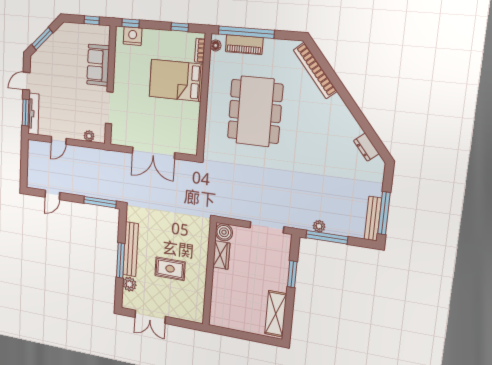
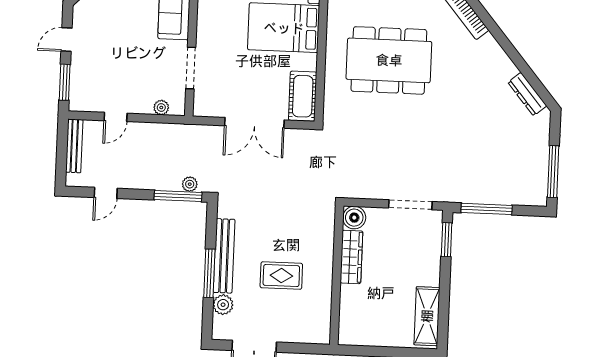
dining table: (255, 111) -> (389, 60), turned 90
tv unit: (33, 114) -> (77, 83), removed
cot: (189, 135) -> (303, 96), added
dresser: (366, 147) -> (527, 94), width x1.44
bench: (373, 219) -> (74, 146), moved
plant: (319, 226) -> (190, 184), moved
wardrobe: (221, 255) -> (351, 257), width x1.50
window: (292, 274) -> (447, 240), moved

